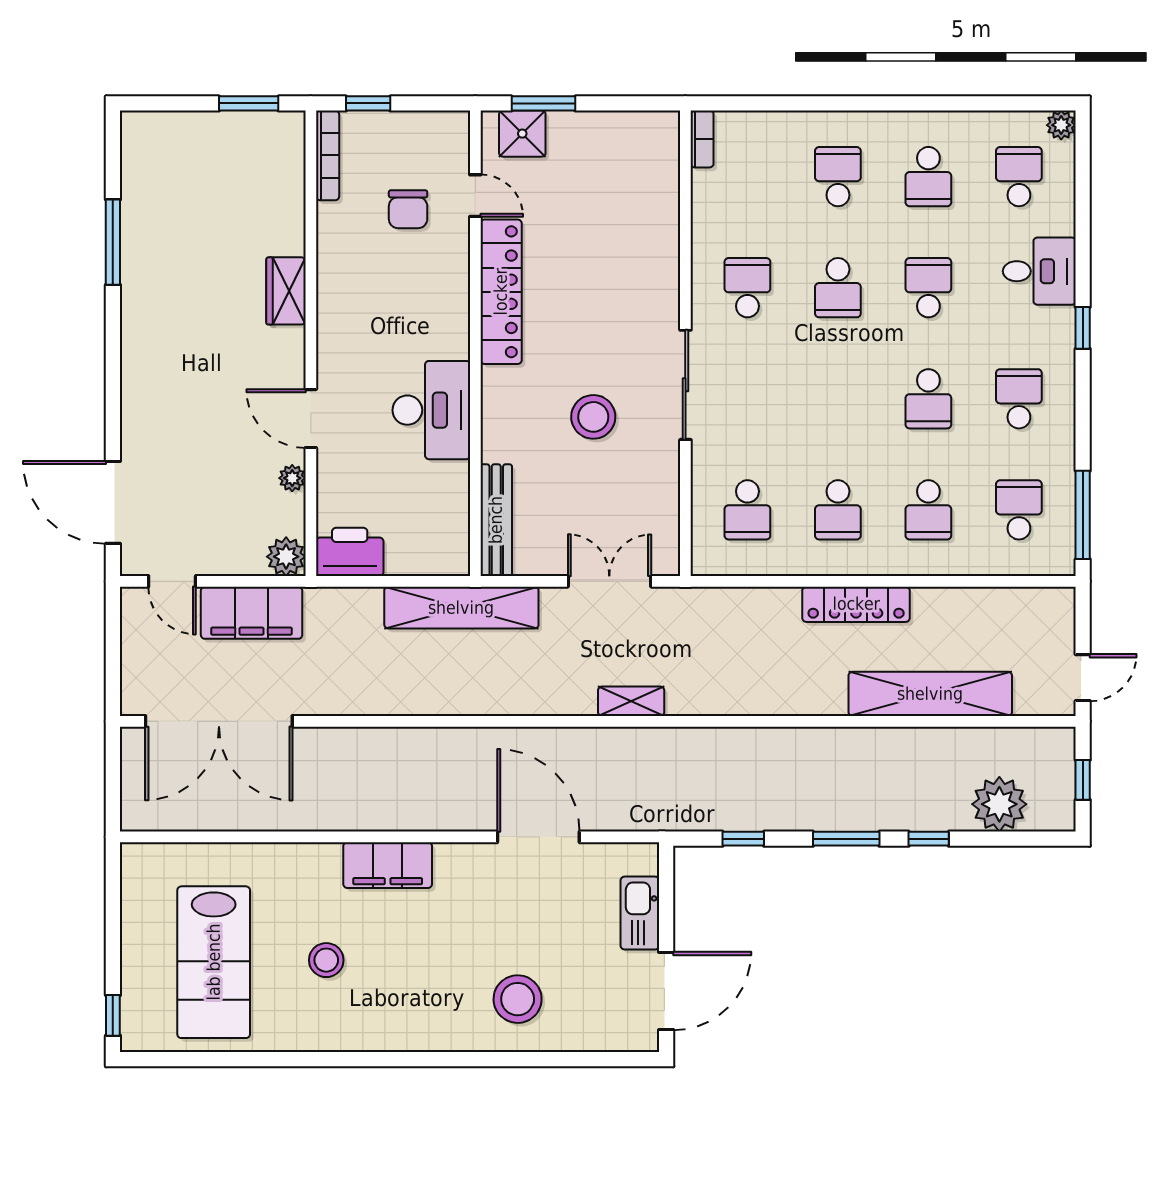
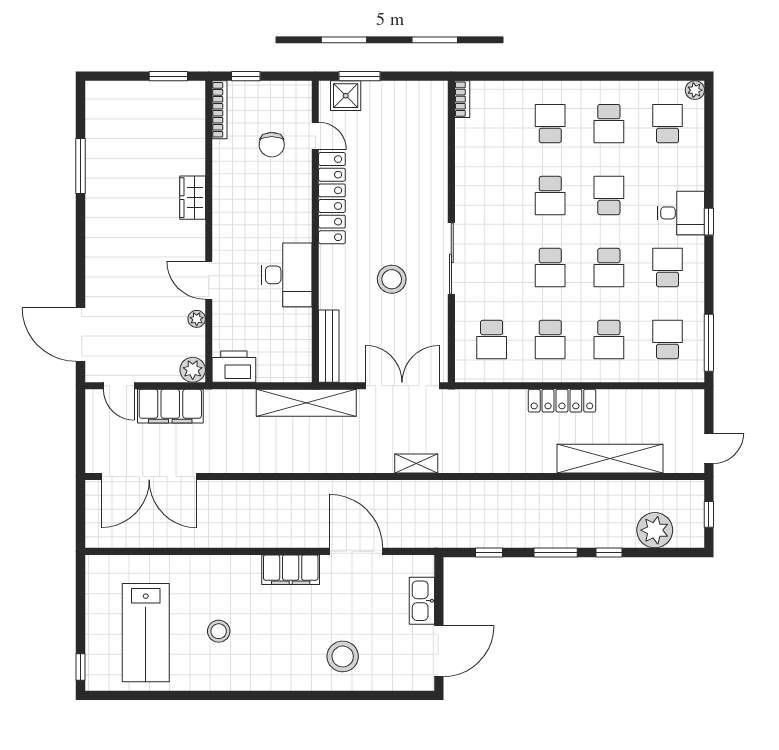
desk: (1039, 271) -> (681, 213), moved
school desk: (747, 288) -> (550, 268), moved, turned 180
double door: (609, 581) -> (402, 386), width x1.37
filing cabinet: (388, 865) -> (291, 570), moved

